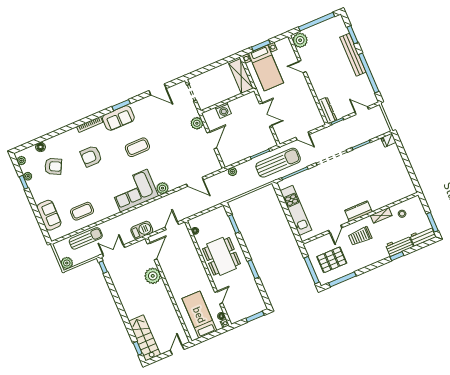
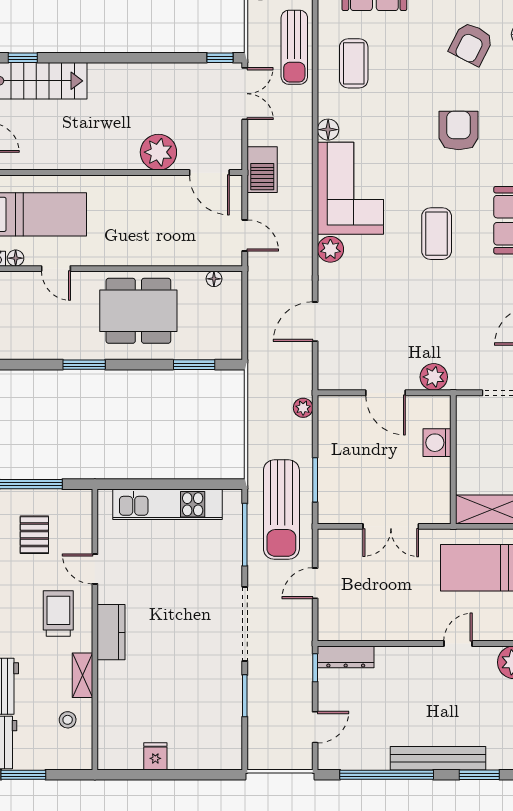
fridge: (388, 140) -> (155, 756), moved
floor lamp: (114, 210) -> (328, 130), added
pallet: (332, 260) -> (34, 535), width x0.67, depth x0.71

